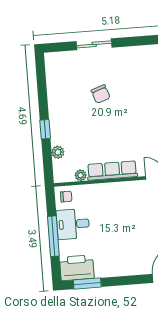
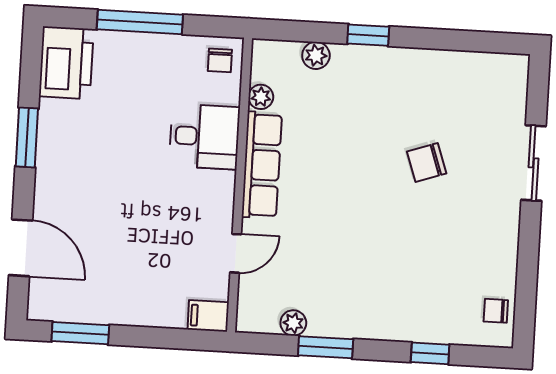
desk: (73, 224) -> (204, 137), moved, turned 90
window: (87, 283) -> (27, 137), moved

